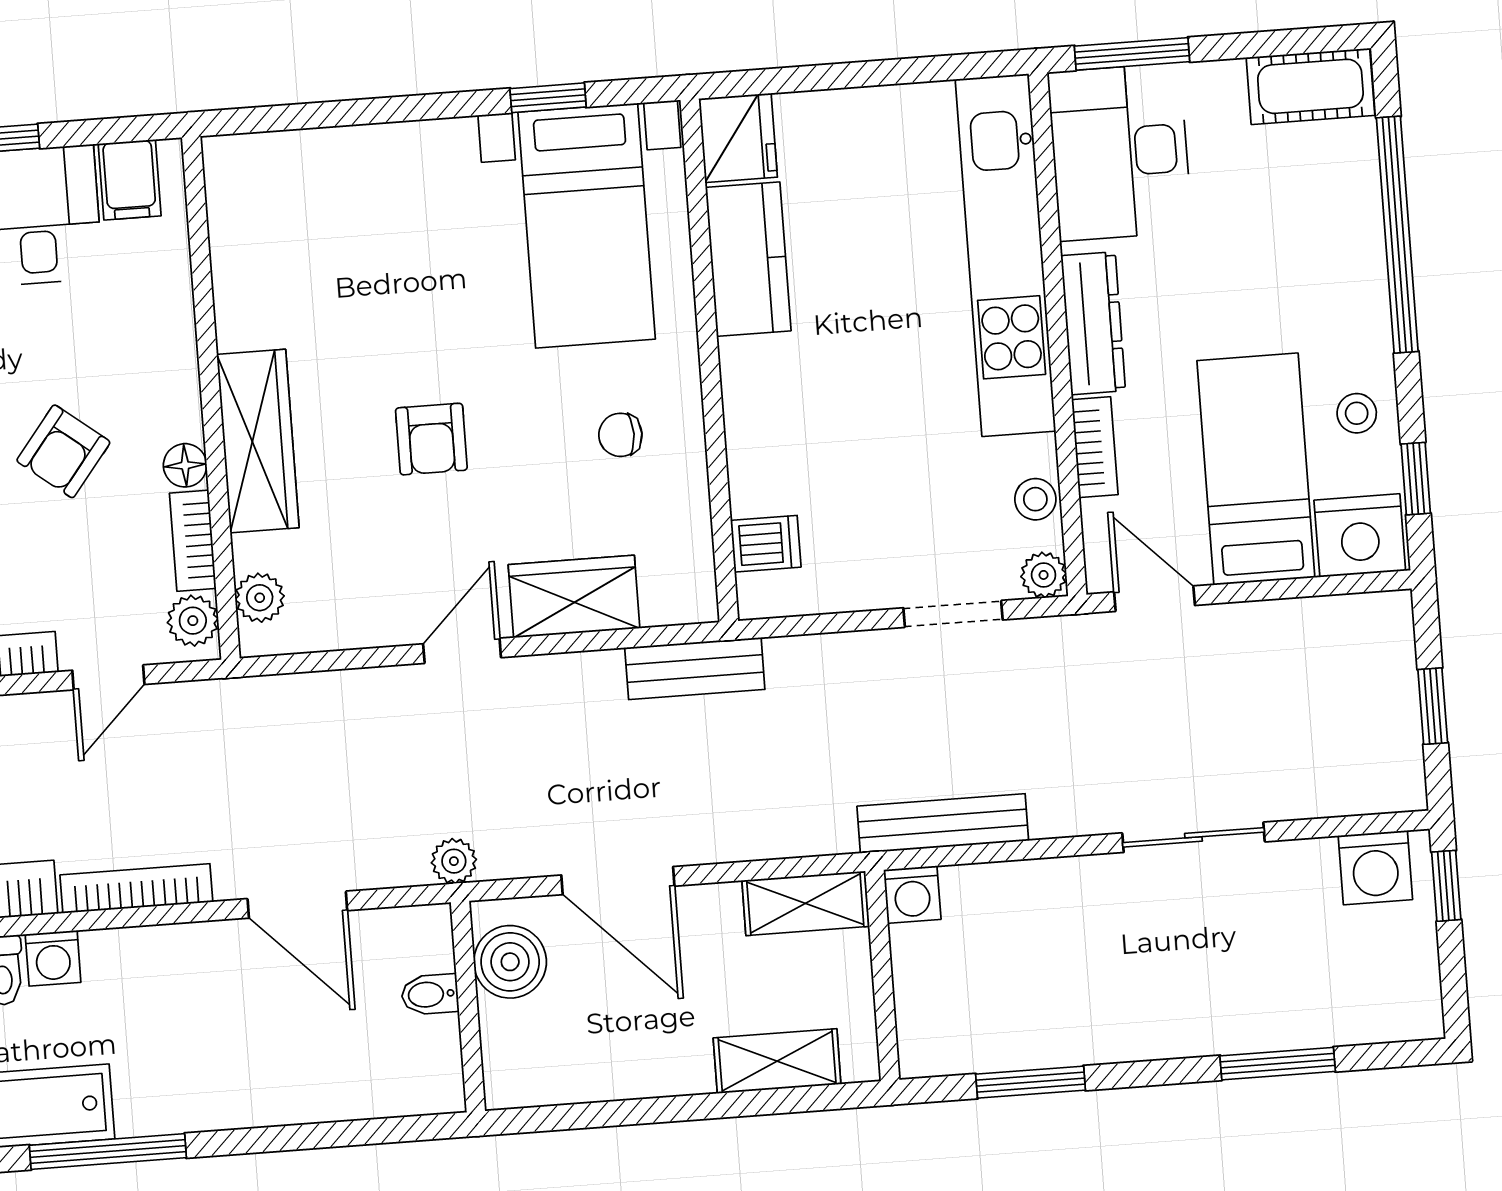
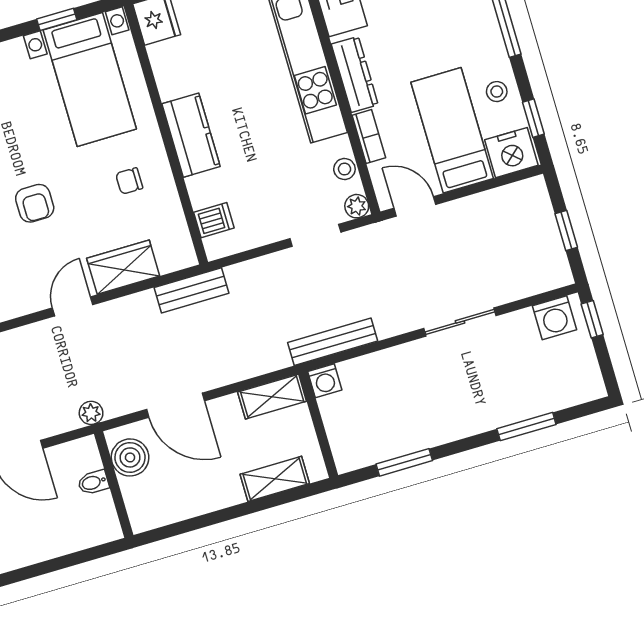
kitchen counter: (748, 259) -> (191, 135), moved

